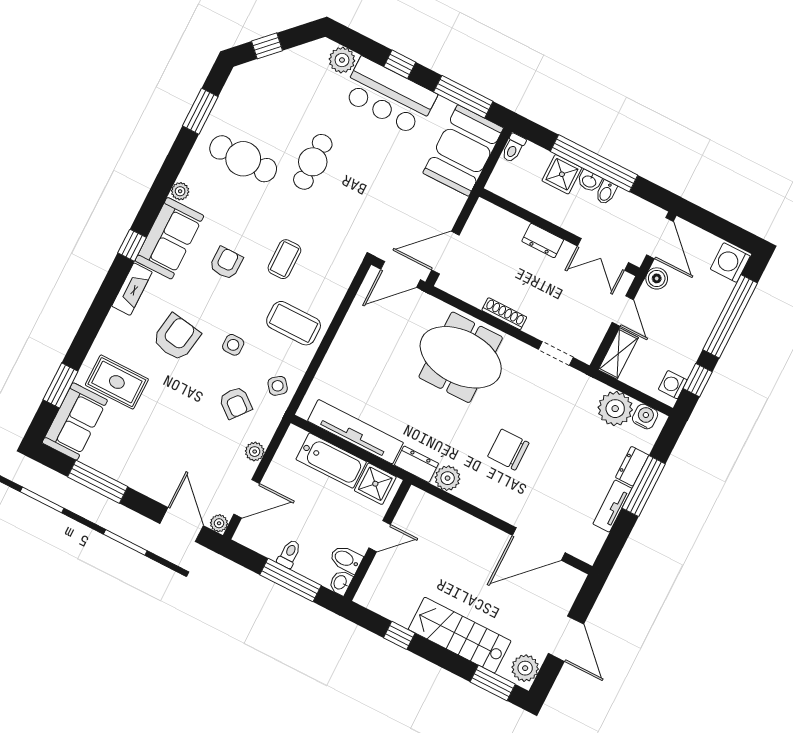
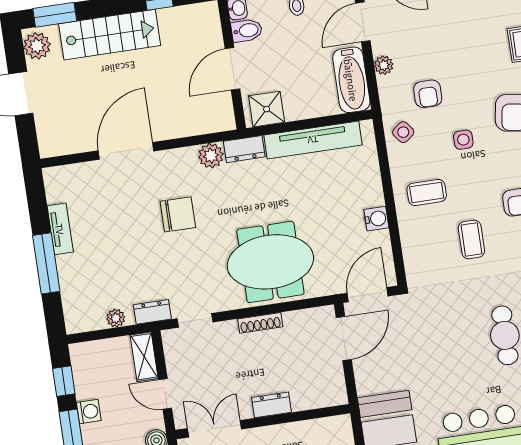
coffee table: (294, 323) -> (427, 192), width x0.73, depth x0.77
washing machine: (673, 385) -> (89, 412), moved
armchair: (235, 403) -> (428, 94), turned -129
plant: (615, 409) -> (116, 318), width x0.53, depth x0.53
water cooler: (645, 417) -> (376, 219), moved, turned -90
bathtub: (331, 461) -> (351, 80), moved, turned -90
dresser: (632, 466) -> (152, 312), moved, turned -90
door: (380, 536) -> (233, 69), width x1.38
door: (539, 544) -> (126, 151), moved

